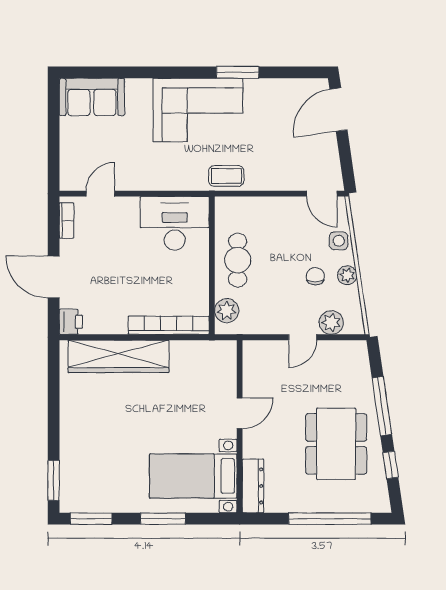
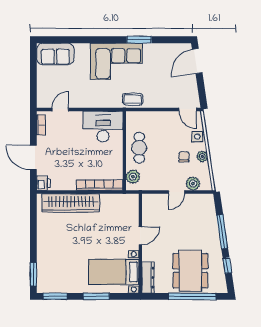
dining table: (336, 444) -> (190, 271), moved

